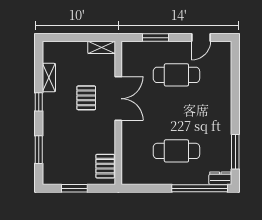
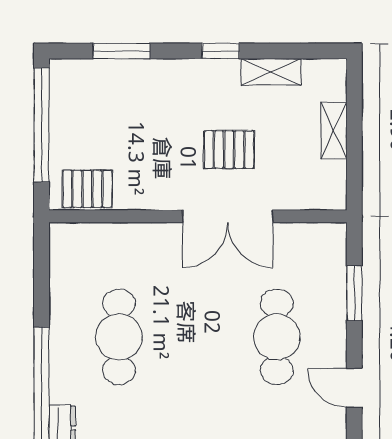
shelving: (102, 47) -> (334, 131), moved
window: (74, 188) -> (42, 125), width x2.11

